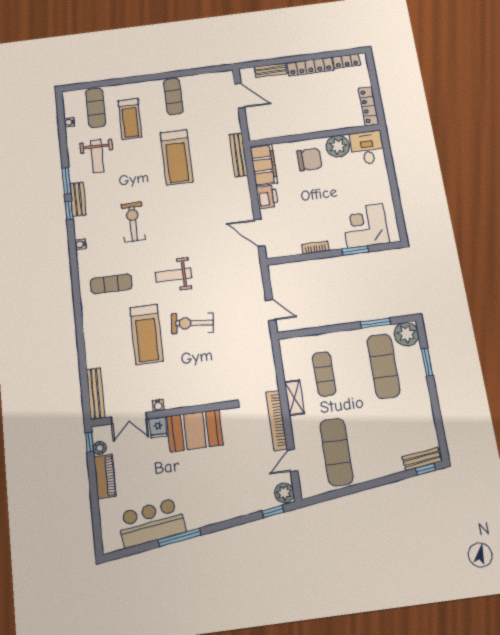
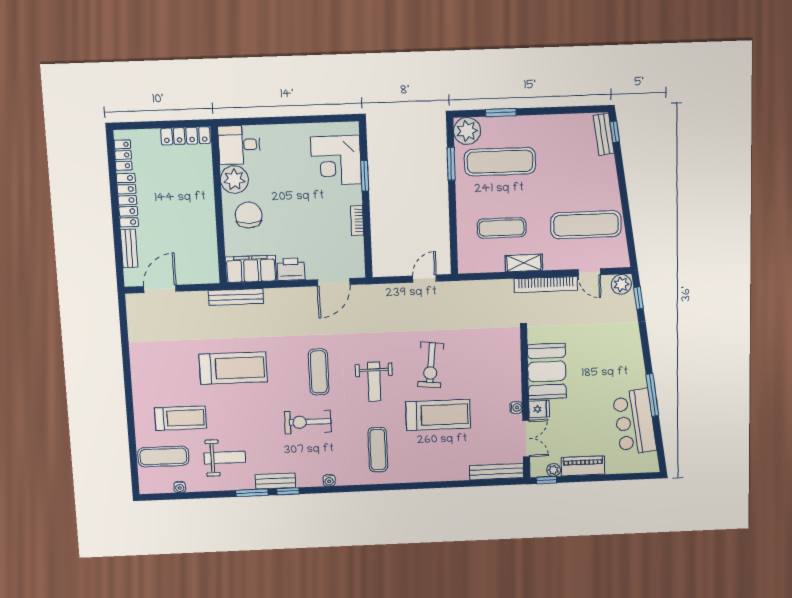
exercise mat: (173, 96) -> (319, 372), moved, turned 90

